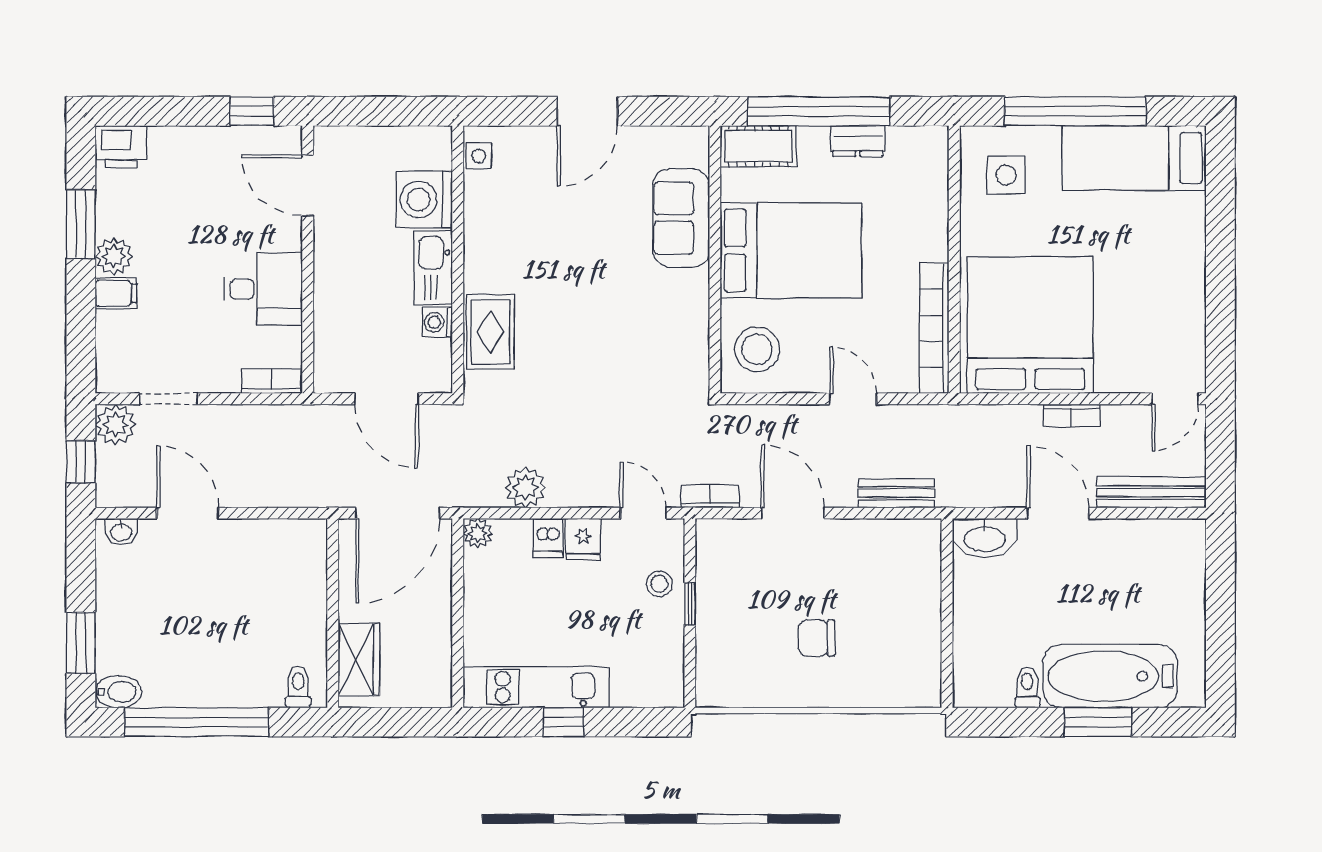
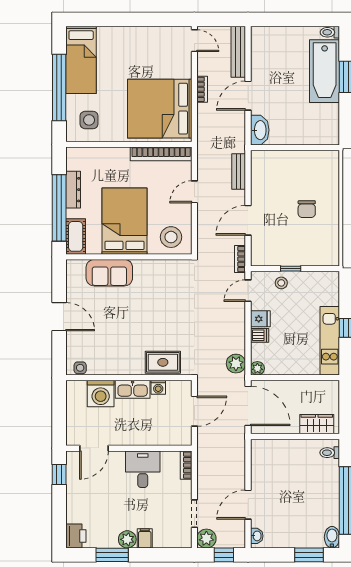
dresser: (858, 141) -> (73, 190), width x1.44
plant: (525, 487) -> (236, 364), moved
toilet: (1027, 687) -> (330, 32), moved

